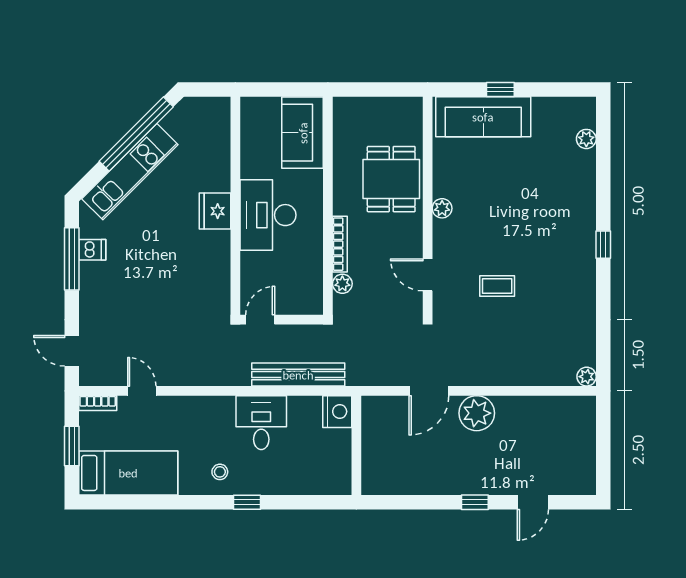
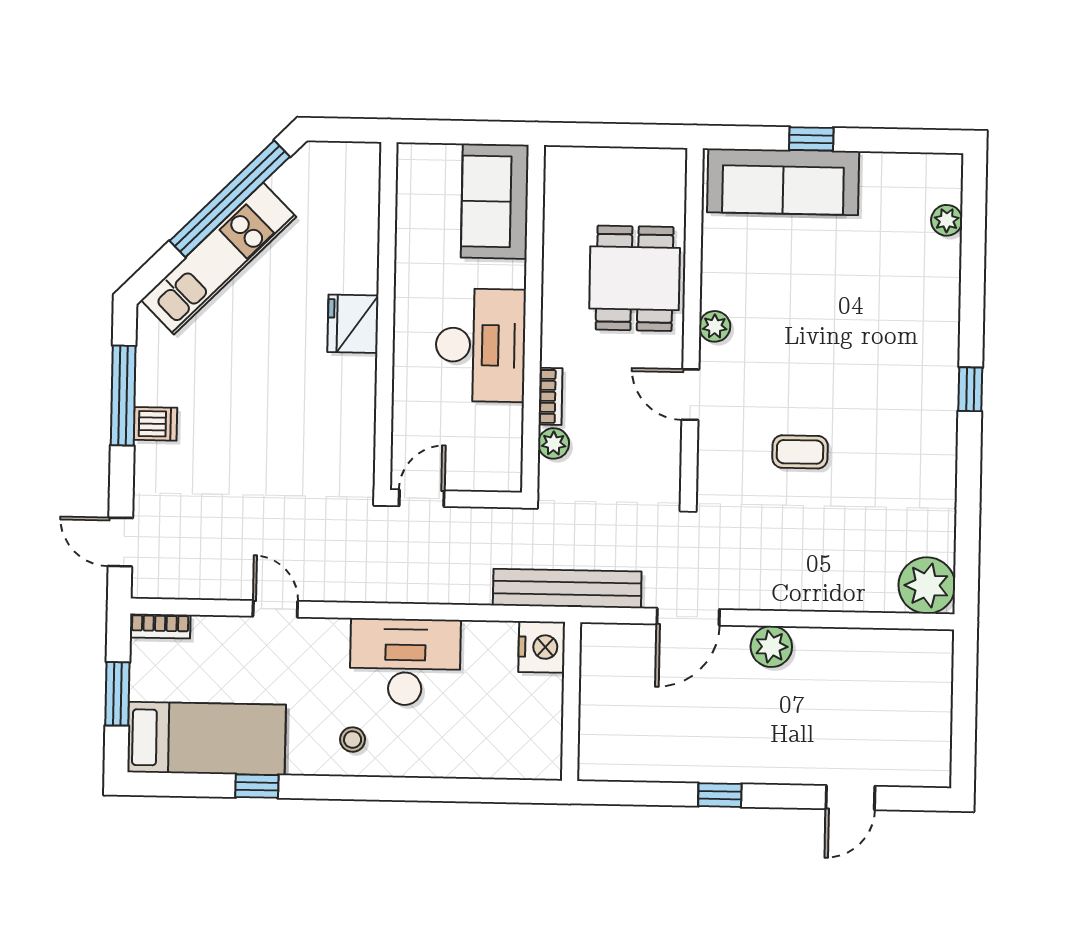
desk: (268, 215) -> (481, 345), moved, turned 180
bookcase: (340, 244) -> (550, 396), width x0.64
dishwasher: (92, 250) -> (155, 424), moved
door: (428, 275) -> (690, 395), moved
bench: (298, 375) -> (567, 588), moved
plant: (587, 377) -> (927, 585), width x1.88, depth x1.88
door: (142, 391) -> (275, 609), moved
plant: (477, 413) -> (771, 647), width x0.73, depth x0.73
desk: (261, 423) -> (405, 662), width x1.37
window: (247, 502) -> (257, 786), moved
window: (475, 502) -> (720, 795), moved

